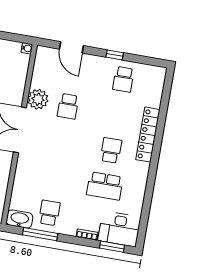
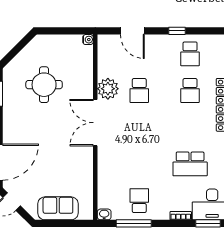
school desk: (111, 150) -> (190, 90), moved, turned 180
washbasin: (19, 219) -> (104, 214), width x0.52, depth x0.69

